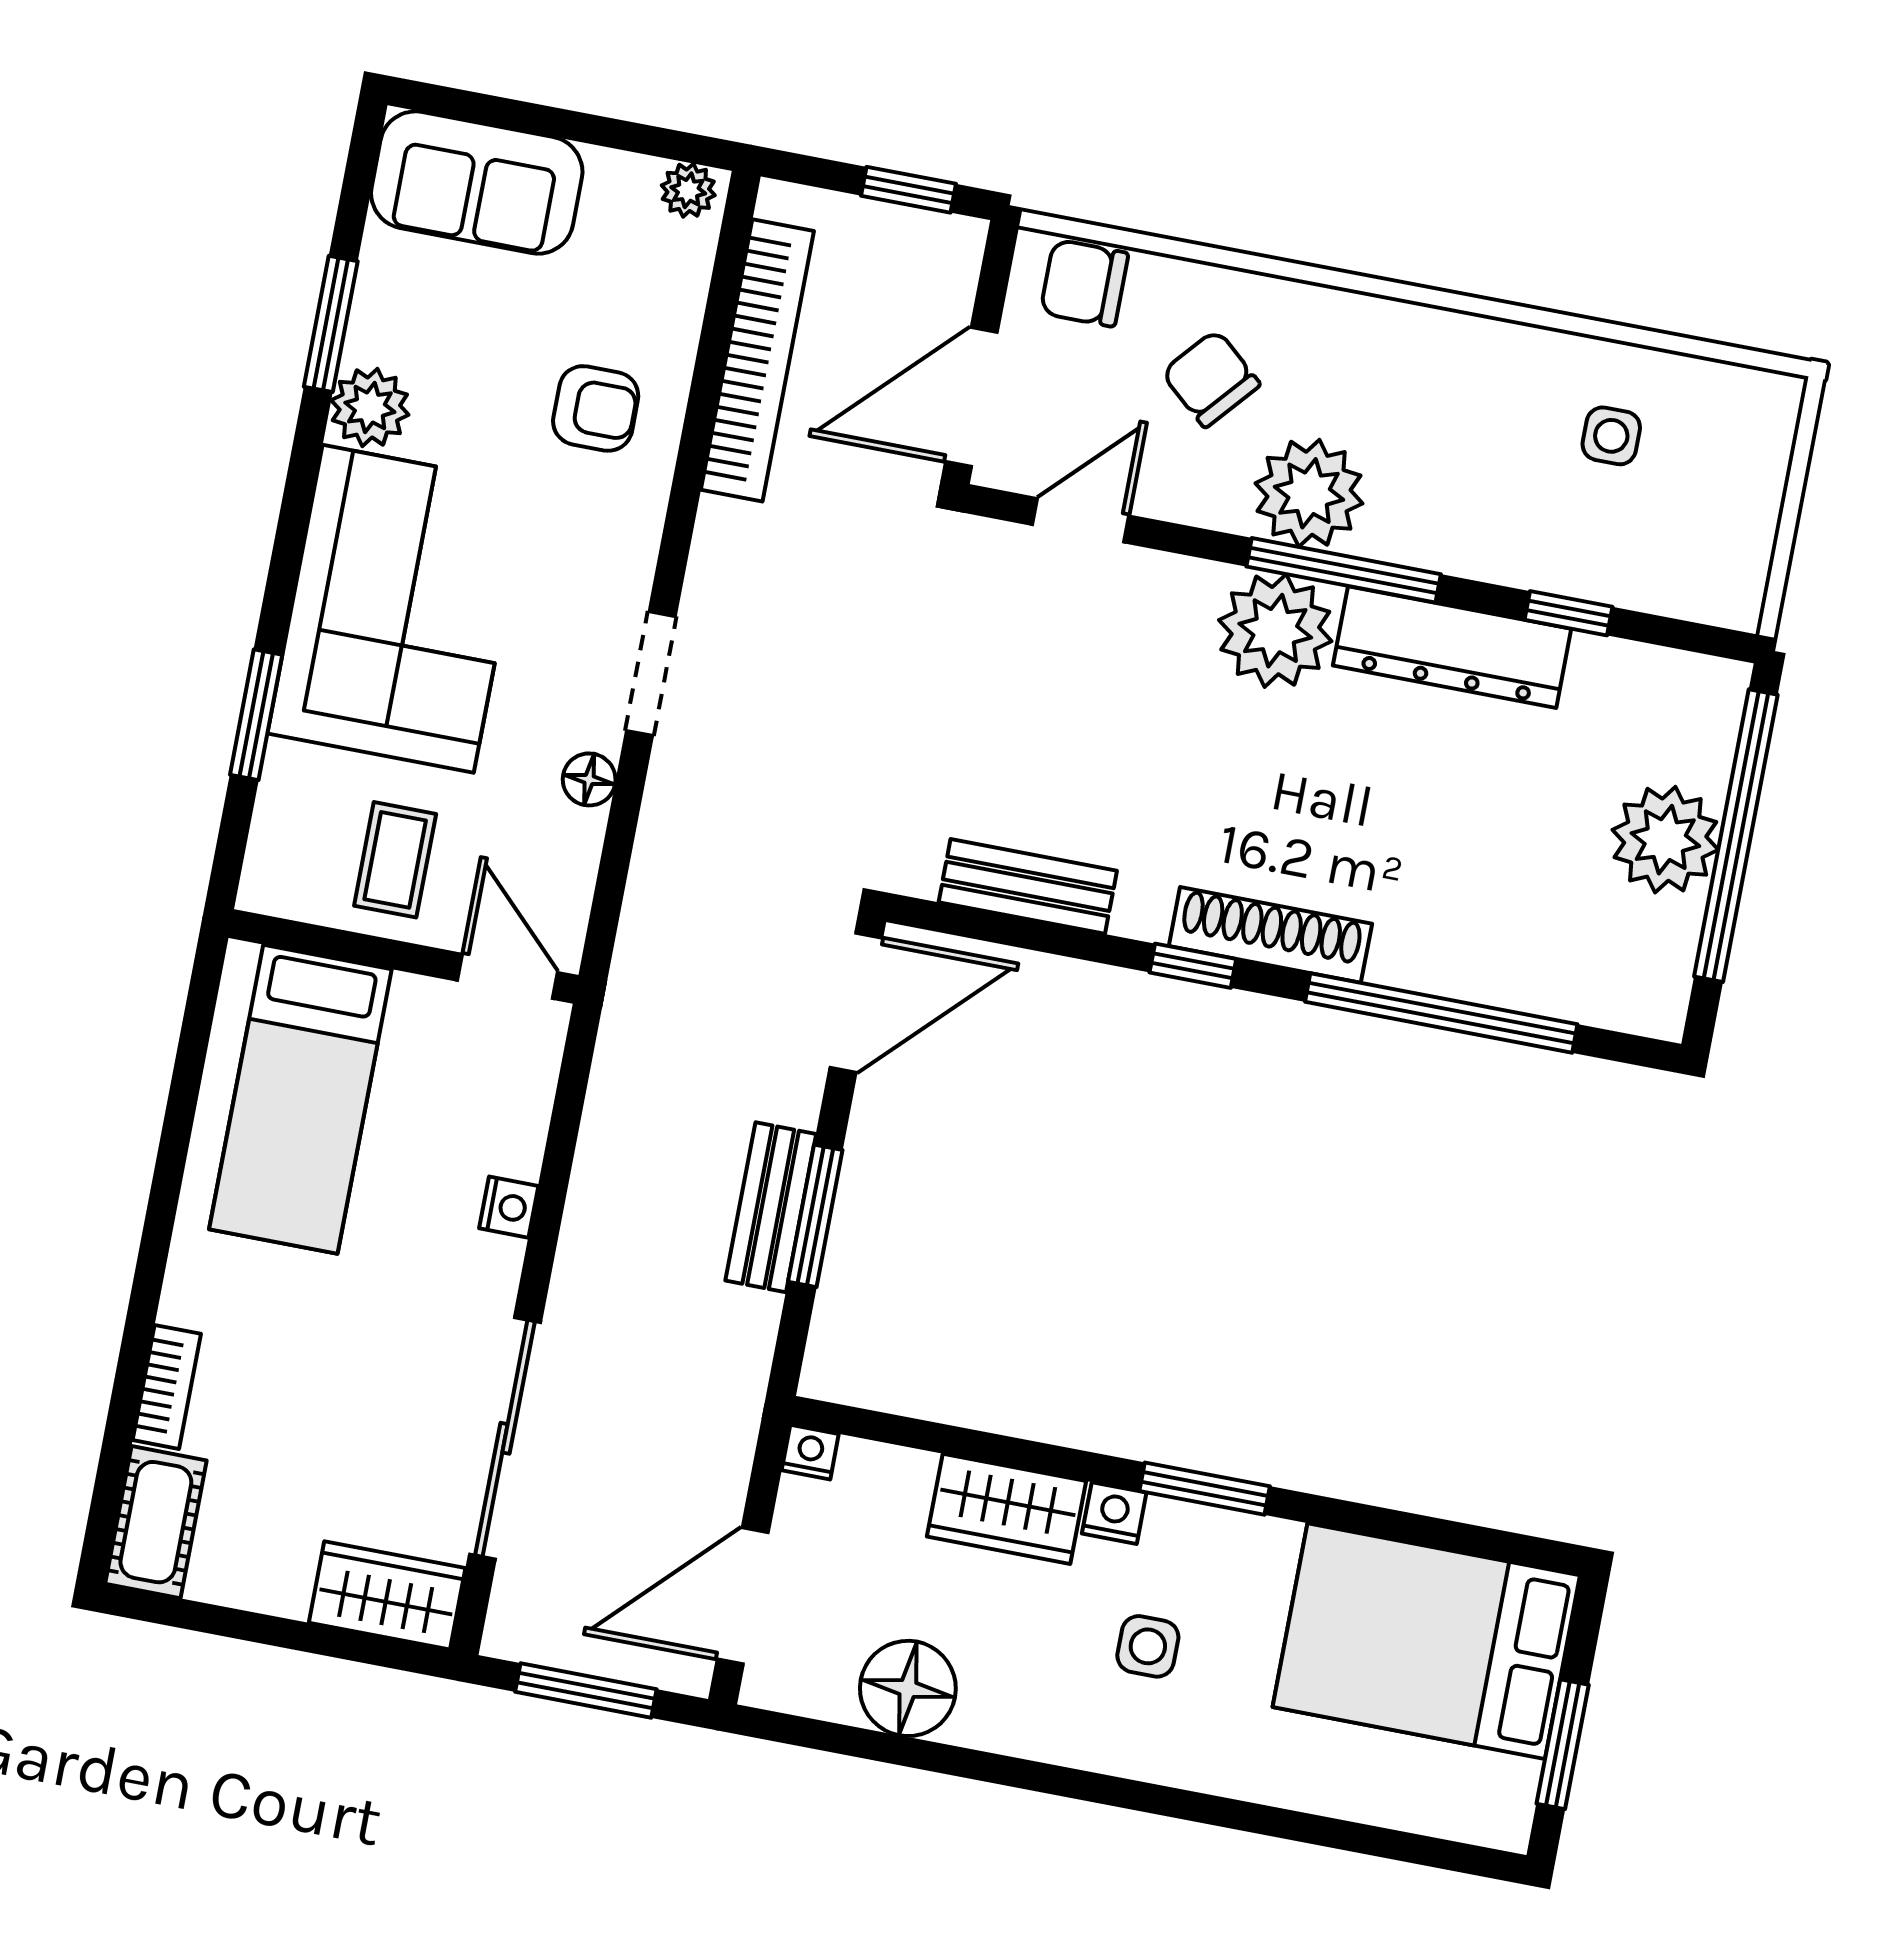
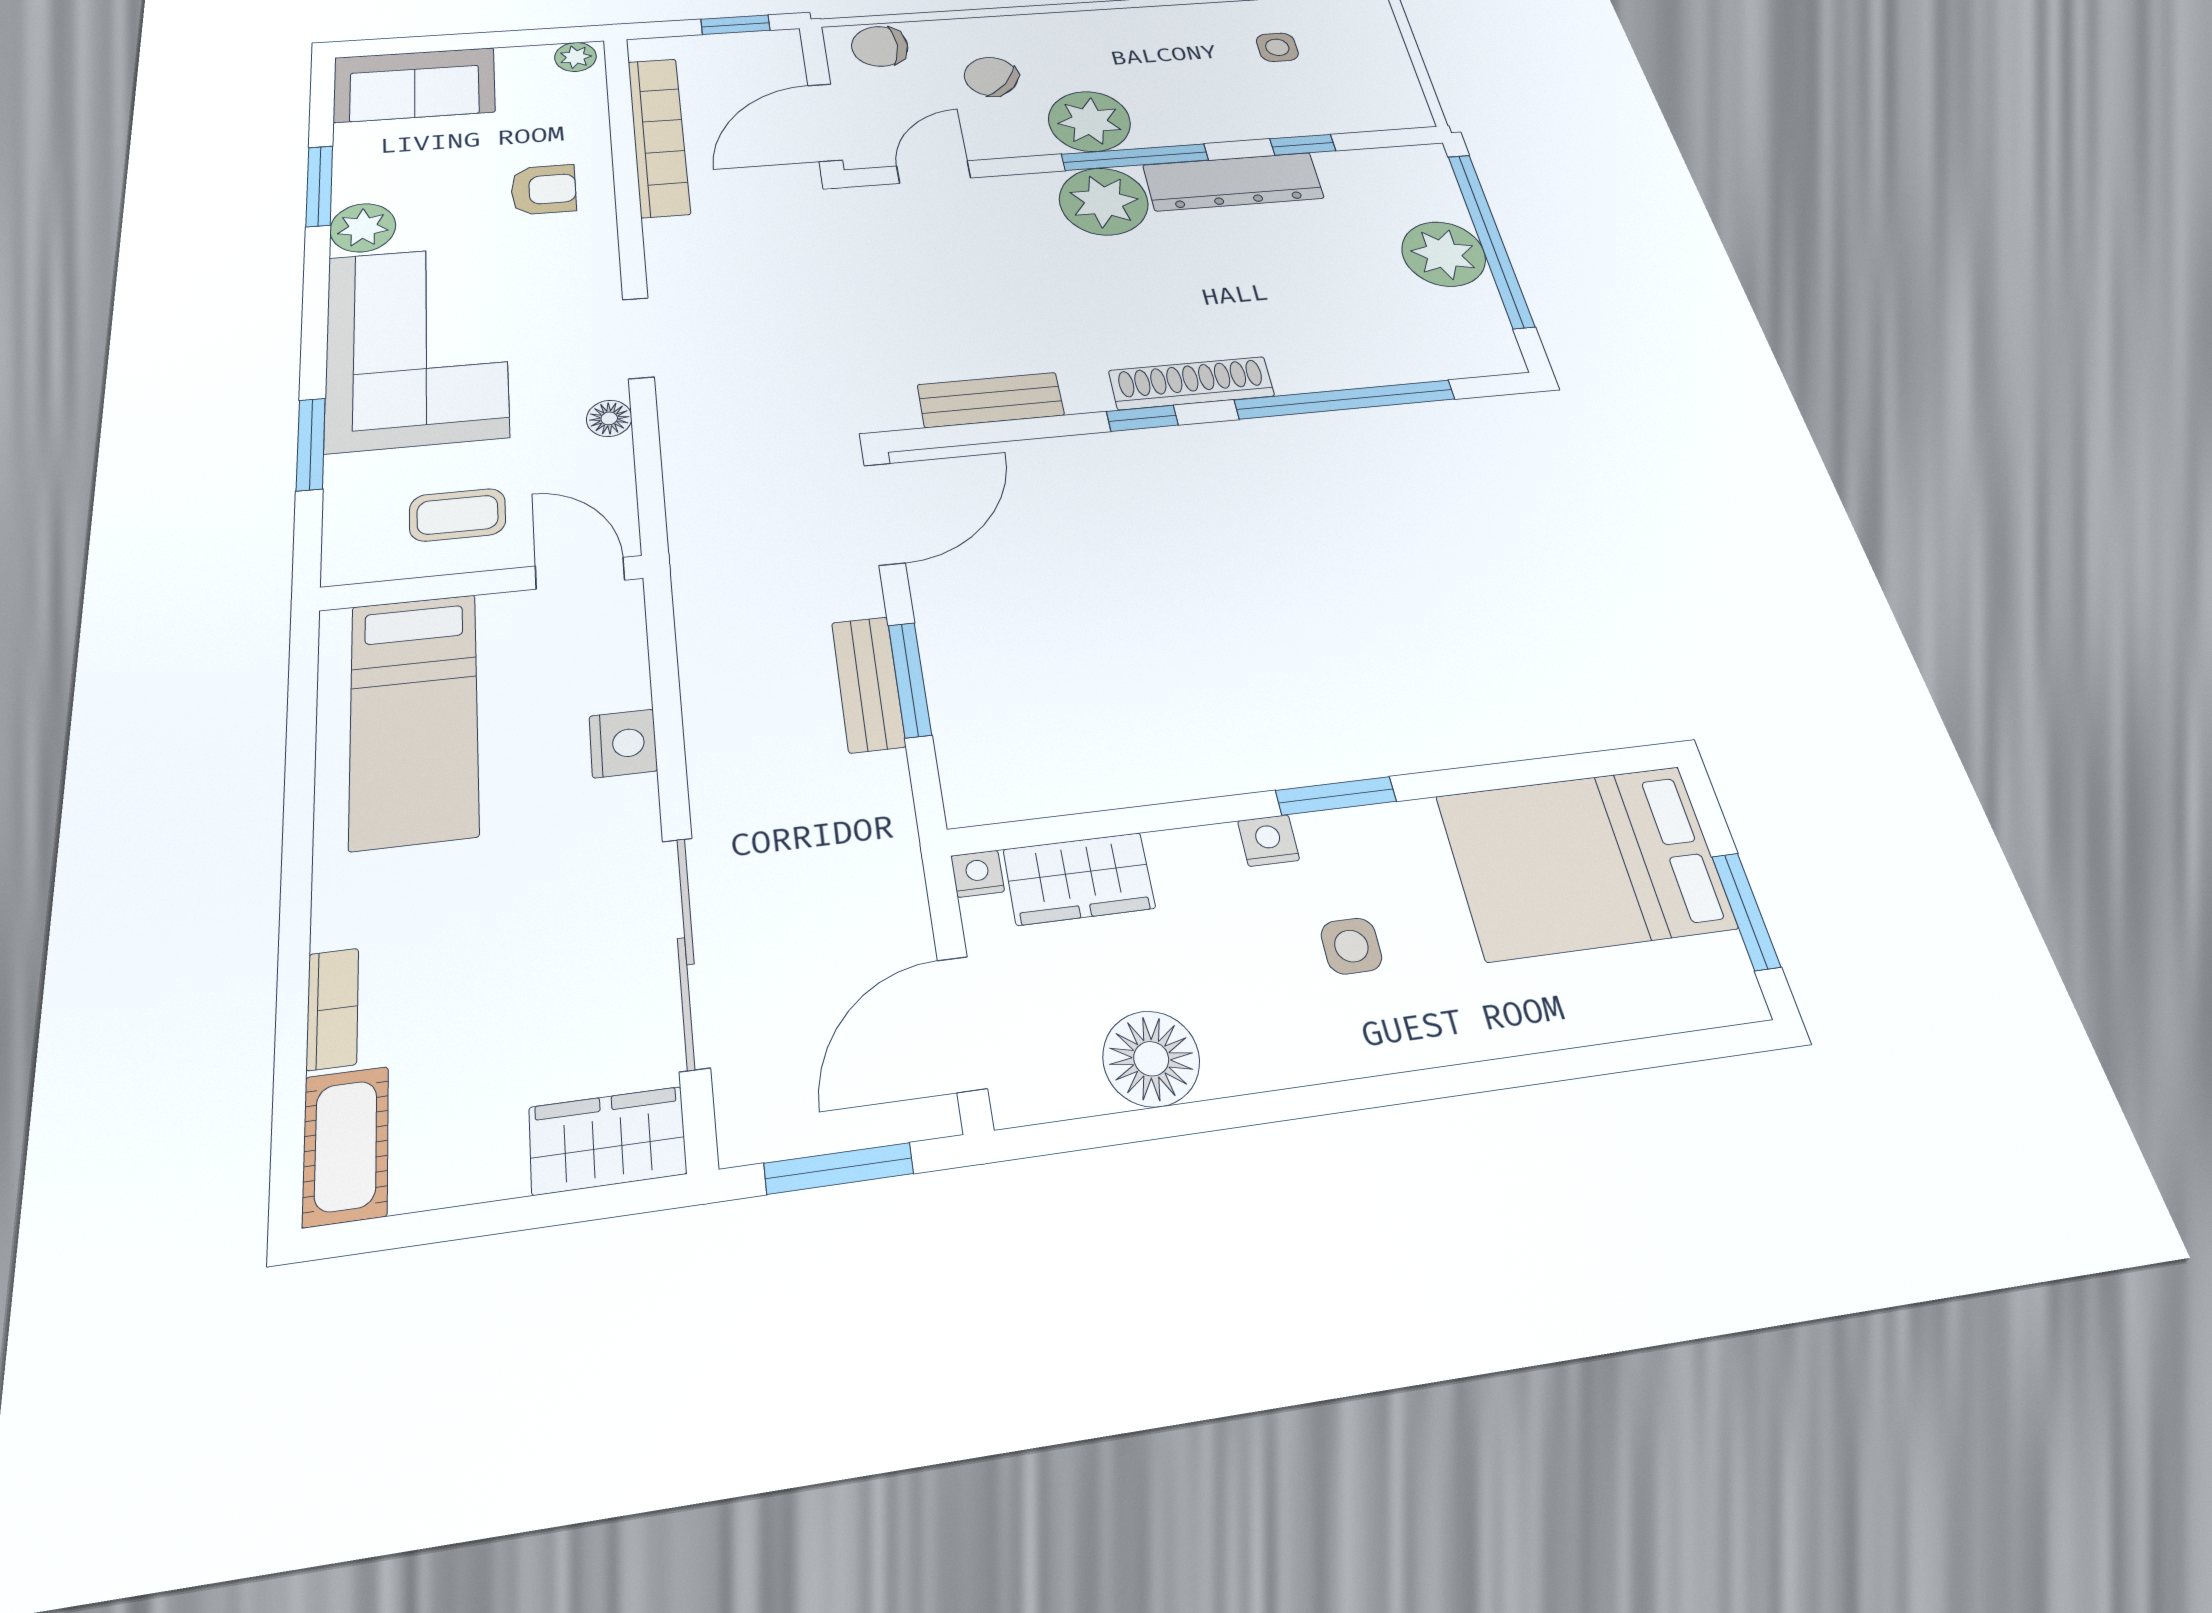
coffee table: (395, 860) -> (458, 515), turned 90
nightstand: (509, 1207) -> (623, 743), width x1.39, depth x1.35
wardrobe: (1006, 1509) -> (1079, 879), moved

